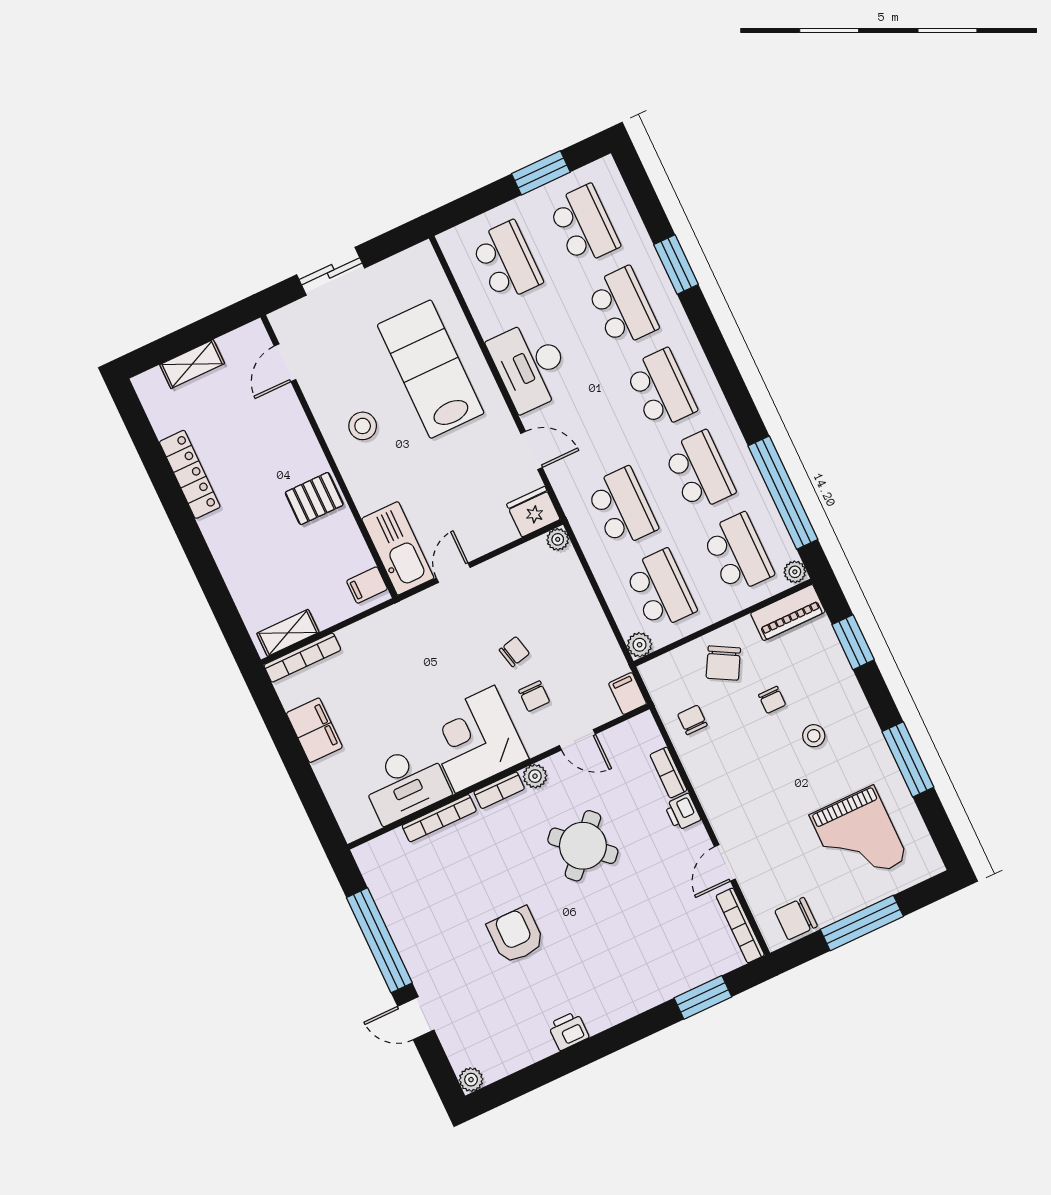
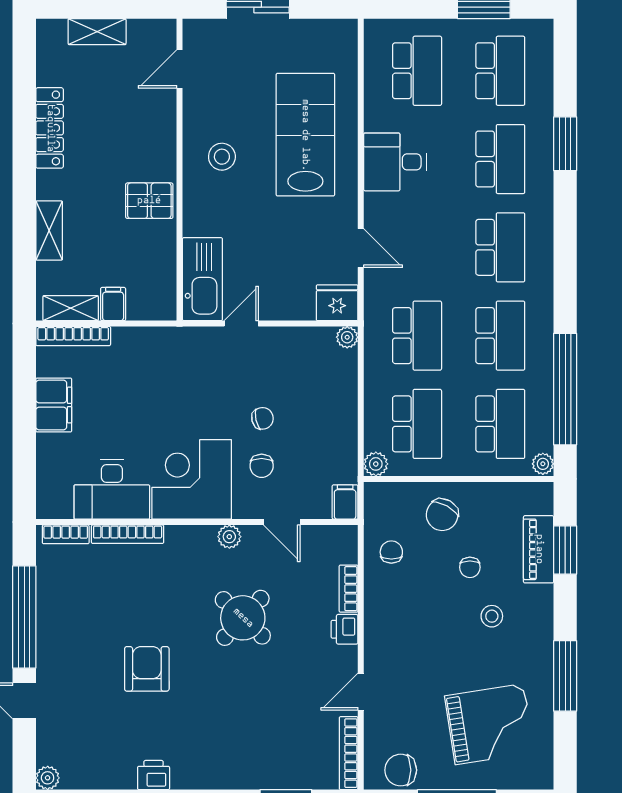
desk: (530, 366) -> (395, 162), width x0.73
shelving: (234, 570) -> (49, 231), added
filing cabinet: (367, 585) -> (113, 304), moved, turned 90
piano: (788, 613) -> (539, 549), moved, turned 90
bookcase: (499, 790) -> (66, 534), moved
grand piano: (859, 837) -> (490, 724), turned -99

